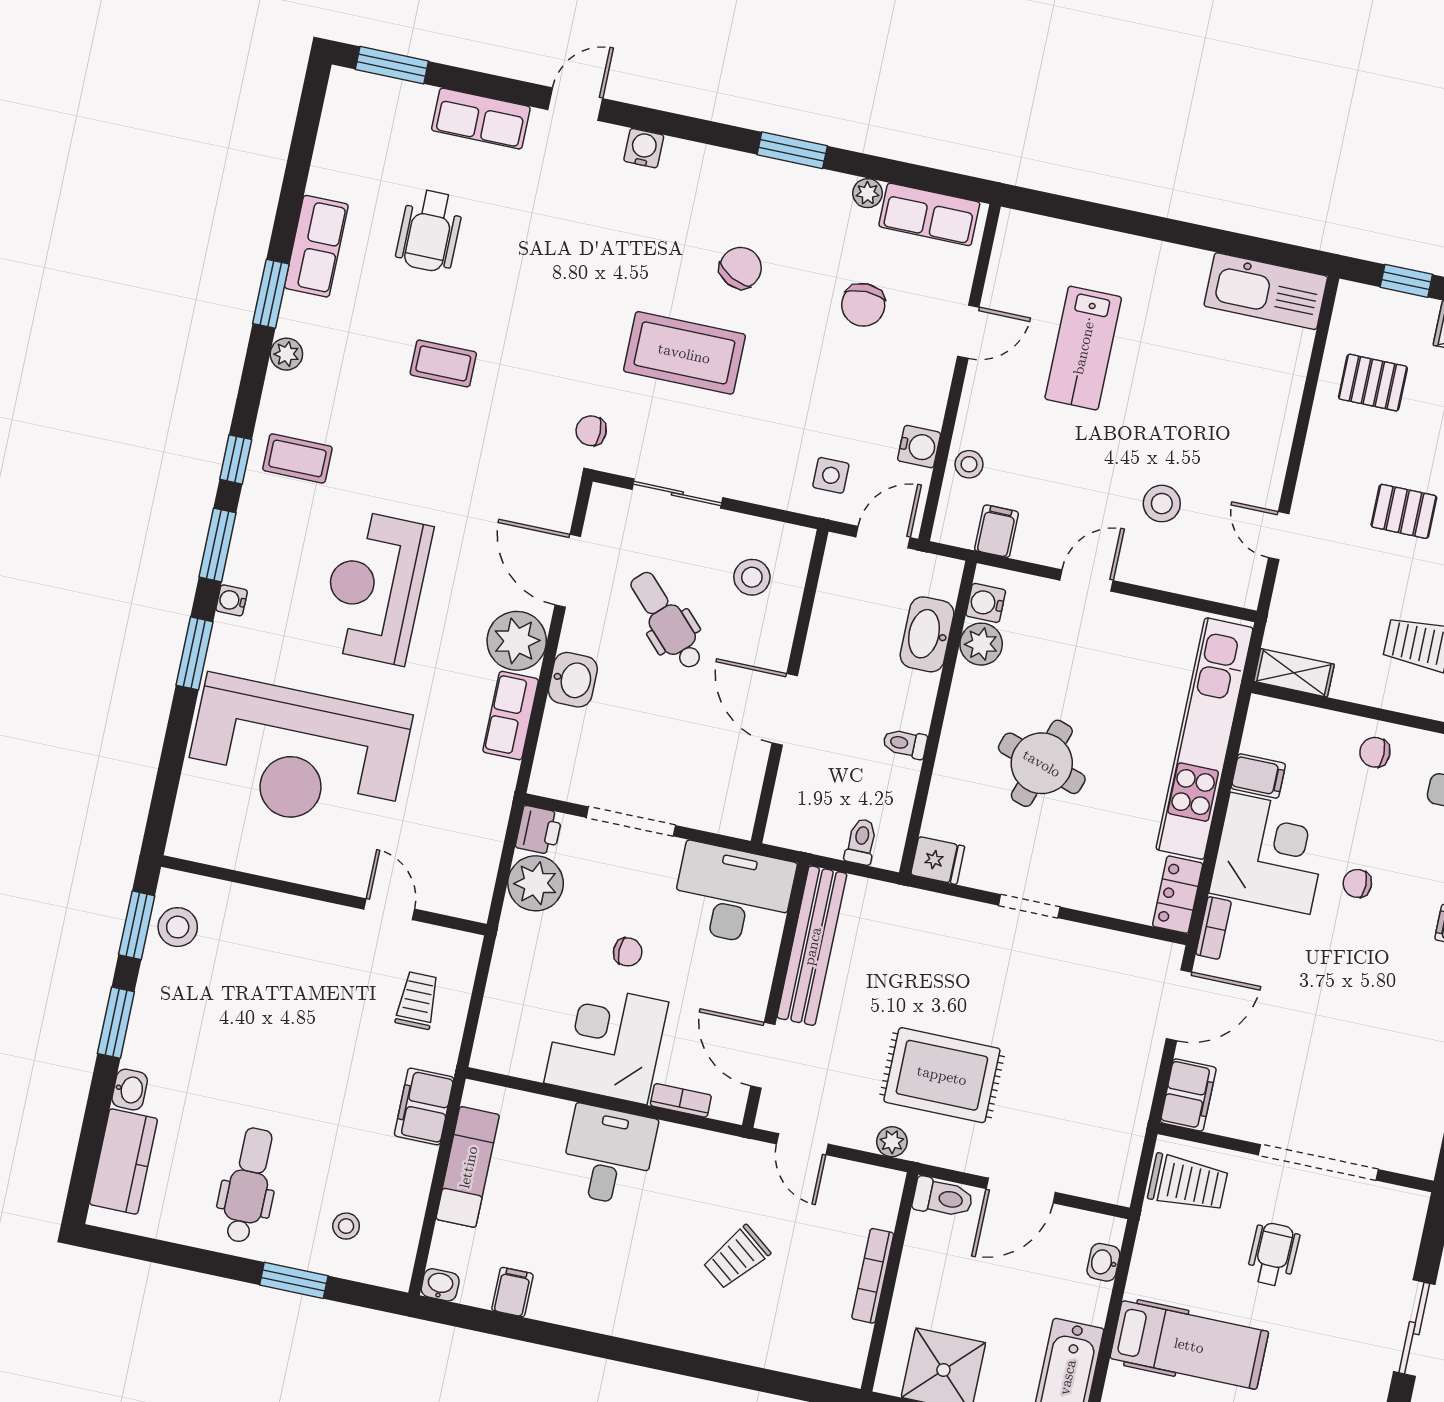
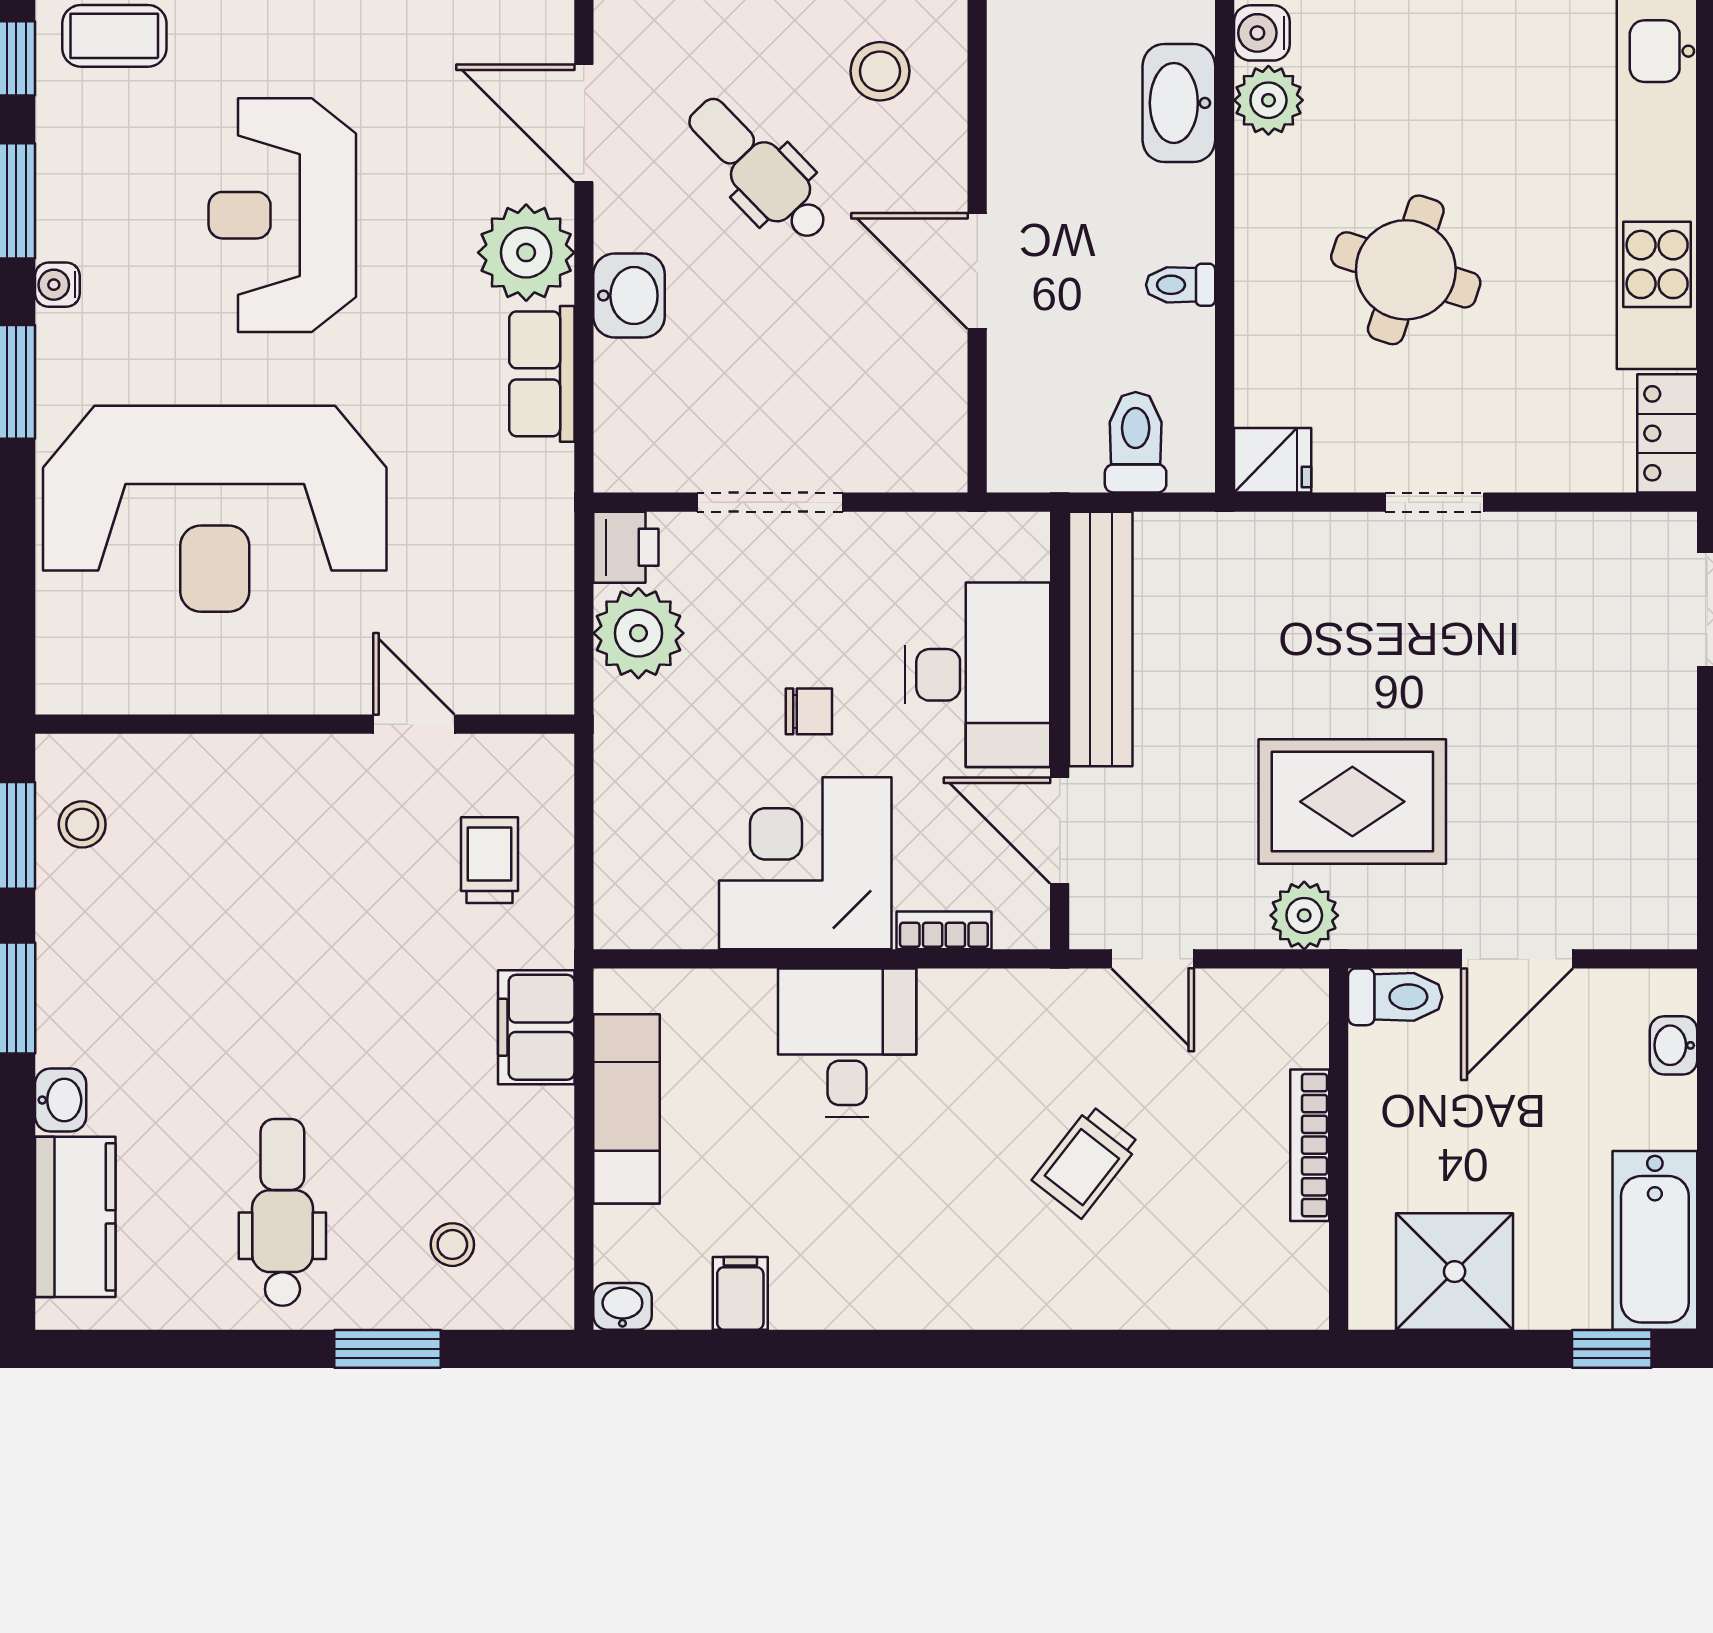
toilet: (861, 842) -> (1136, 442), width x1.37, depth x1.39
desk: (733, 895) -> (977, 675), moved, turned 90
stool: (178, 927) -> (82, 824), width x0.73, depth x0.73
plant: (892, 1142) -> (1304, 915), width x1.38, depth x1.38

